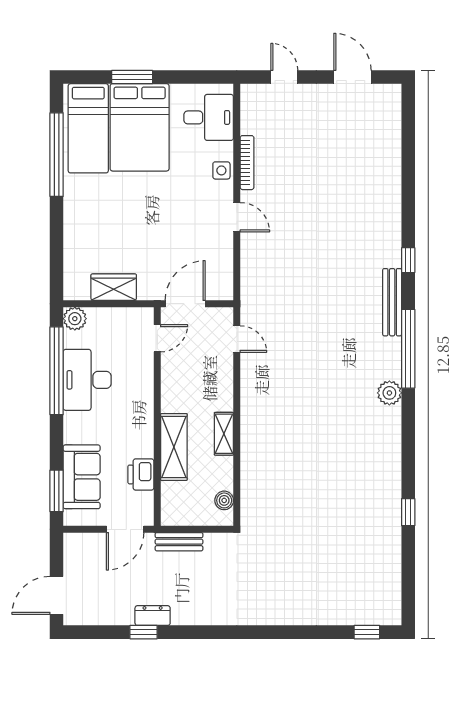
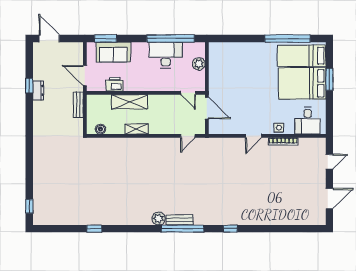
wardrobe: (114, 287) -> (216, 69), removed
bench: (392, 302) -> (179, 220), moved, width x0.73
plant: (75, 319) -> (199, 64), moved

